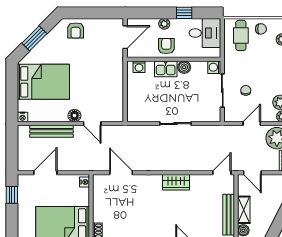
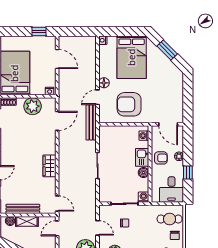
armchair: (76, 31) -> (129, 104), moved, width x1.88, depth x1.88
bench: (51, 131) -> (91, 122), moved
plant: (103, 203) -> (33, 106), added

